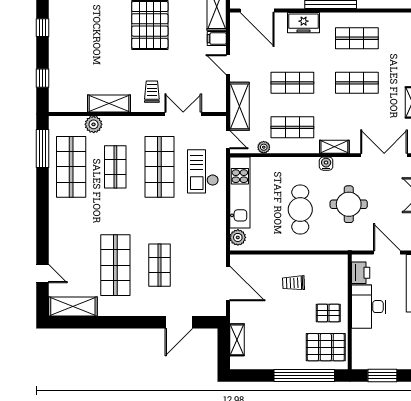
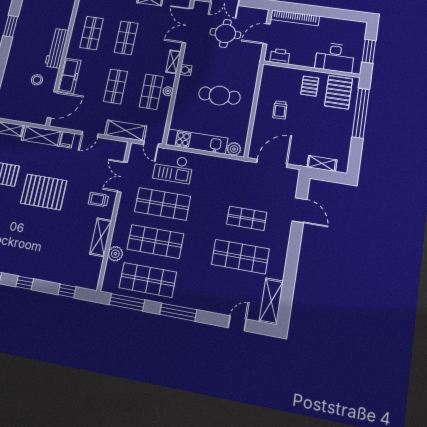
freezer: (304, 23) -> (69, 76), width x1.40
door: (228, 140) -> (151, 144), swing flipped
plant: (264, 147) -> (168, 91), moved
shop shelf: (115, 167) -> (155, 241), width x1.43, depth x1.36
round table: (349, 204) -> (225, 33), moved
window: (43, 207) -> (178, 312), added
desk: (369, 307) -> (335, 57), moved

